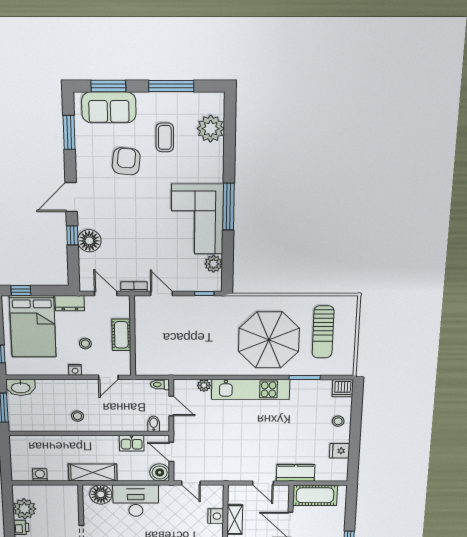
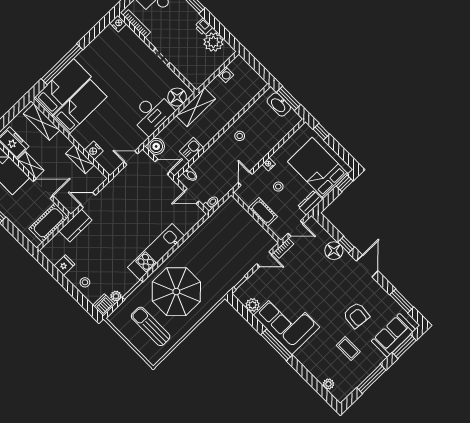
plant: (211, 129) -> (328, 384), width x0.53, depth x0.53
plant: (204, 385) -> (116, 296), moved
washbasin: (21, 387) -> (279, 105), moved, turned -90

